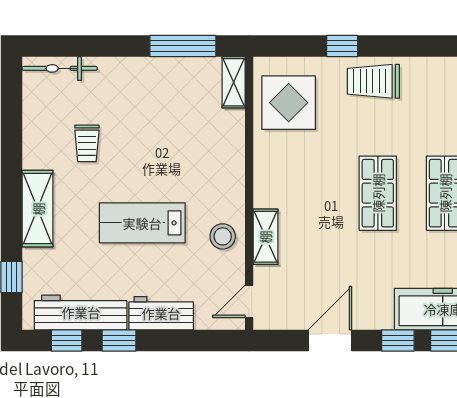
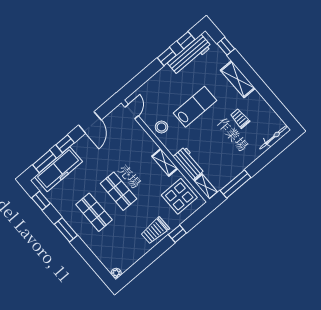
trolley: (373, 81) -> (155, 231), turned 180
shelving: (265, 237) -> (165, 162), moved
workbench: (161, 313) -> (189, 163), moved, turned -90

